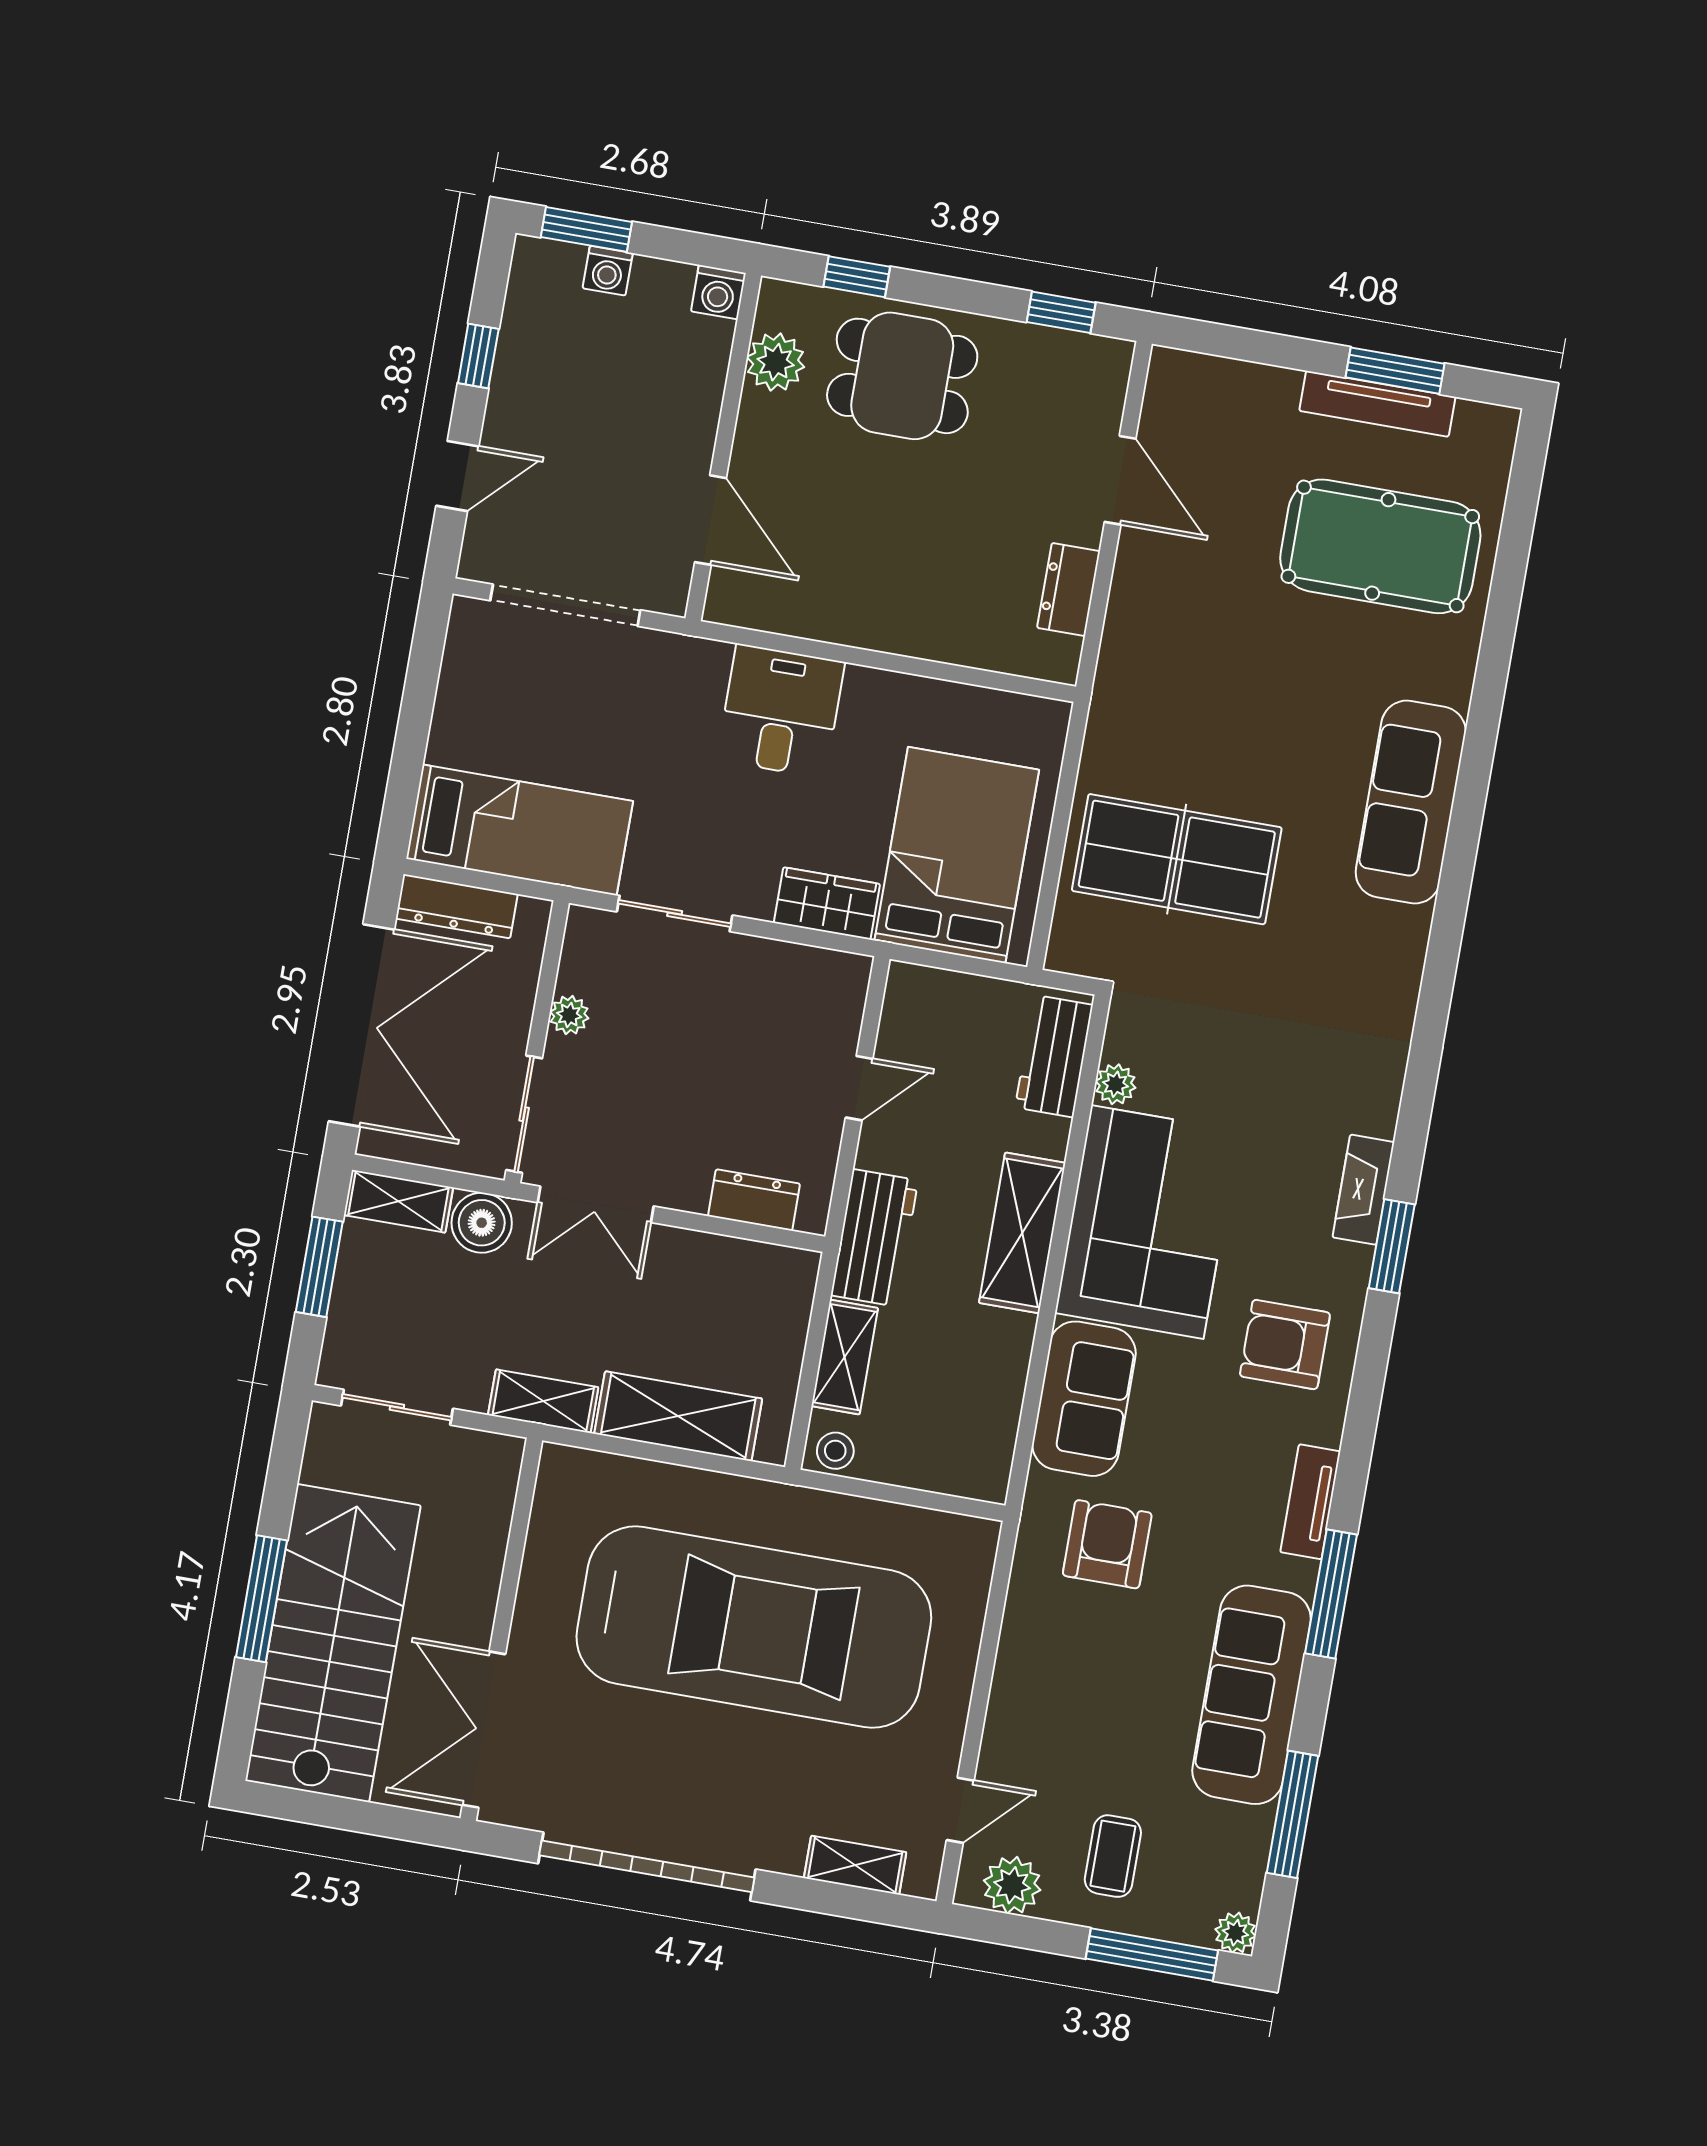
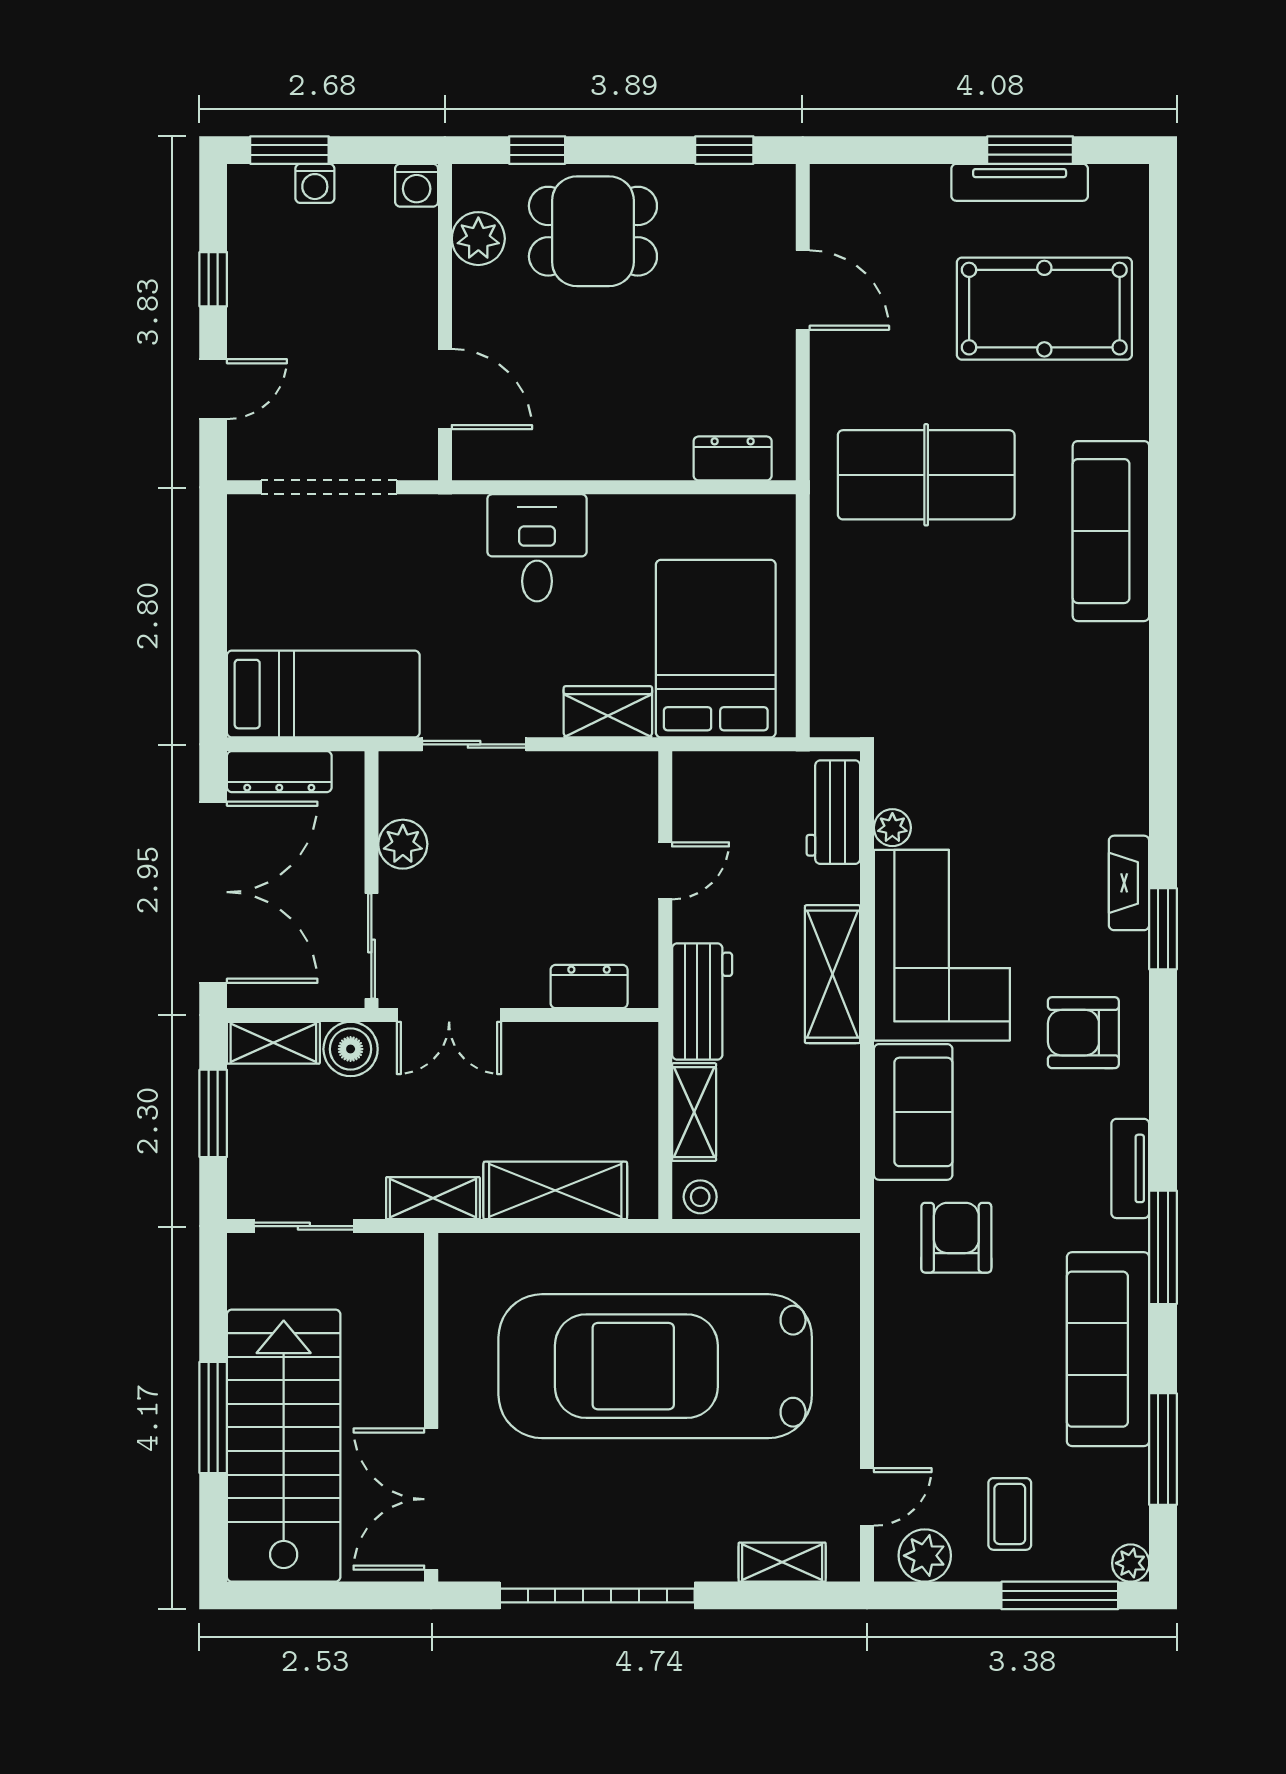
dresser: (1069, 589) -> (733, 458), moved, turned 90
table tennis table: (1177, 859) -> (926, 475), moved
plant: (569, 1015) -> (403, 844), width x1.38, depth x1.38
car: (754, 1627) -> (655, 1366), turned 180

